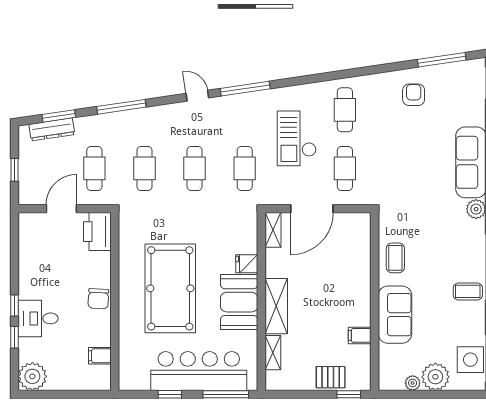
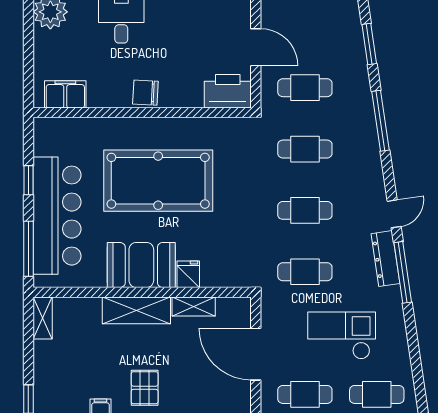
dresser: (52, 129) -> (385, 259), moved
shelving: (273, 230) -> (194, 306), moved
shelving: (273, 353) -> (43, 318), moved, turned 90
filing cabinet: (100, 356) -> (65, 94), width x2.00
pallet: (331, 377) -> (145, 388), moved

